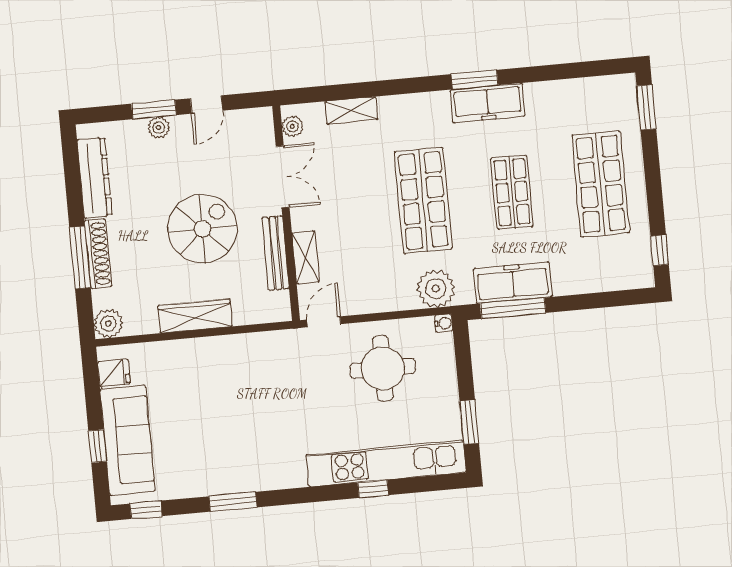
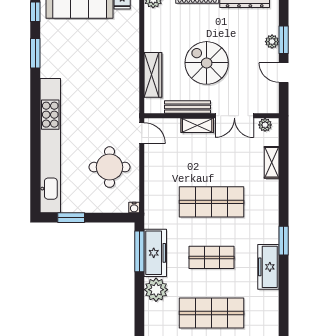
freezer: (488, 103) -> (268, 267), moved
spiral stairs: (202, 229) -> (207, 63), turned 180
shelving: (306, 257) -> (197, 125), moved
plant: (436, 289) -> (156, 290), moved
wardrobe: (195, 316) -> (153, 75), moved
kitchen unit: (386, 463) -> (50, 146), width x1.36
window: (373, 489) -> (35, 154), removed
window: (233, 502) -> (35, 53), moved

